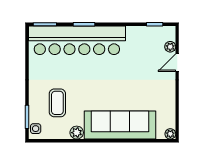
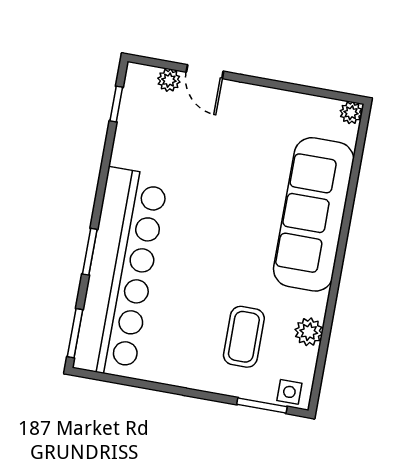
coffee table: (57, 103) -> (244, 337), turned 90
plant: (77, 133) -> (309, 332), moved

